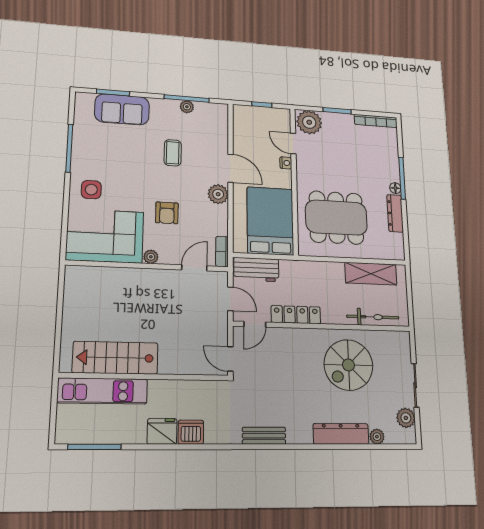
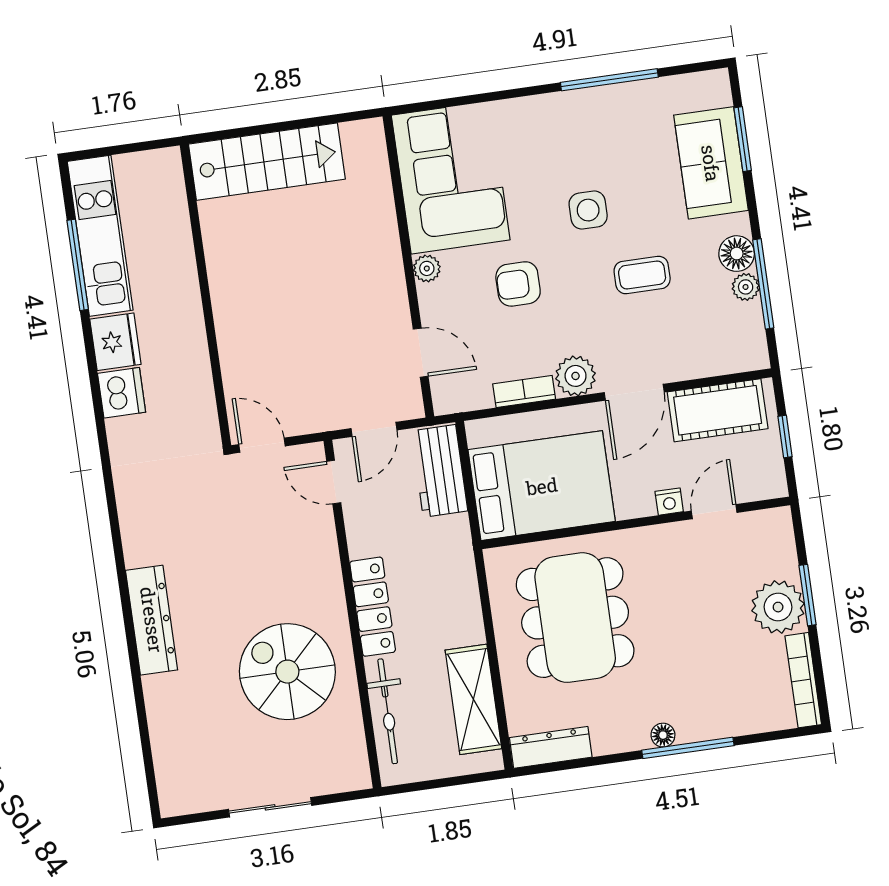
floor lamp: (170, 107) -> (737, 254), added
plant: (309, 122) -> (778, 607), moved
cot: (245, 132) -> (718, 410), added
side table: (91, 190) -> (588, 210), moved
dresser: (395, 213) -> (551, 747), moved
bookcase: (222, 252) -> (524, 391), moved
locker: (296, 315) -> (373, 607), moved
stairs: (115, 358) -> (267, 162), moved, turned 90
door: (230, 359) -> (262, 445), hinge flipped
kitchen unit: (103, 391) -> (100, 236), moved, turned 180
plant: (406, 418) -> (206, 793), removed
dresser: (341, 434) -> (152, 620), moved
bench: (264, 436) -> (135, 526), removed
plant: (377, 437) -> (164, 740), removed
window: (94, 447) -> (78, 265), moved

